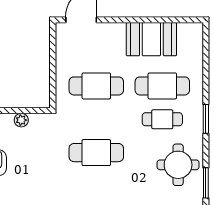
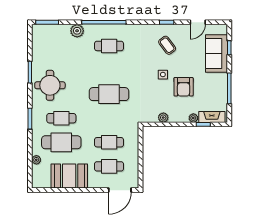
cafe table: (96, 53) -> (109, 166), added
plant: (197, 62) -> (36, 160), added
cafe table: (96, 86) -> (109, 142), width x0.73, depth x0.74
side table: (22, 180) -> (163, 75), added

